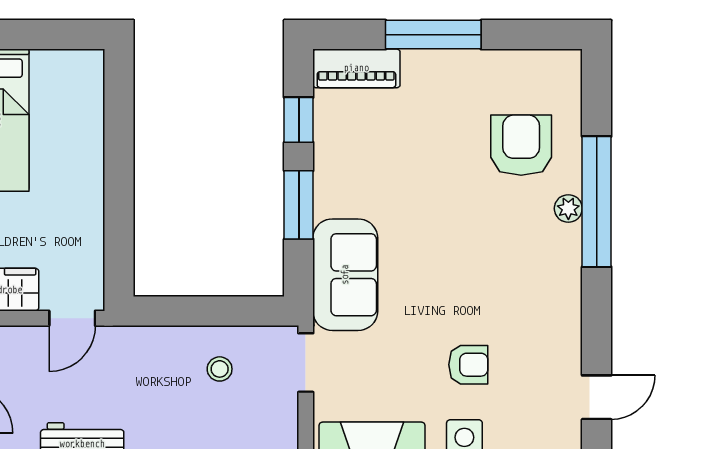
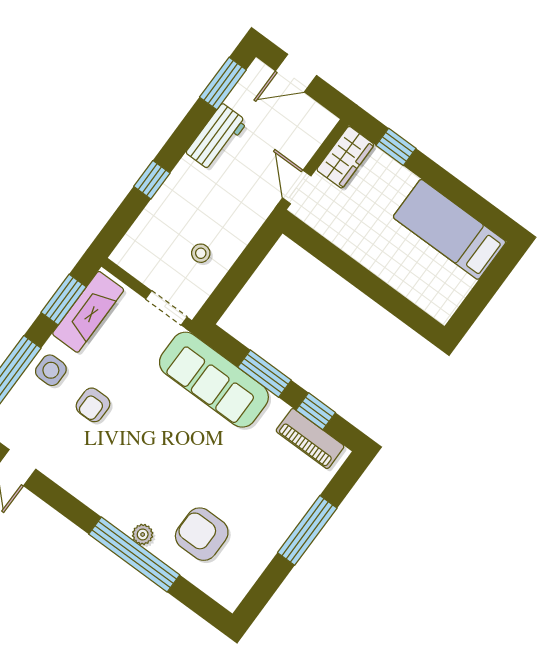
piano: (356, 68) -> (310, 439), moved, turned -90
armchair: (521, 145) -> (202, 534), turned 180
sofa: (345, 275) -> (214, 380), width x1.36

